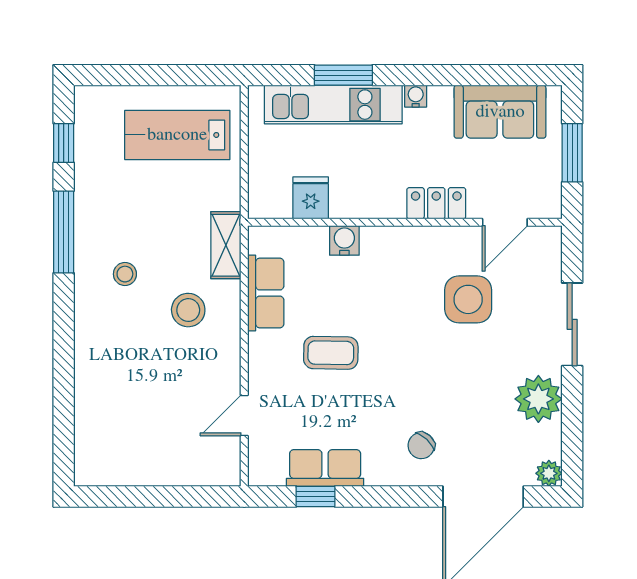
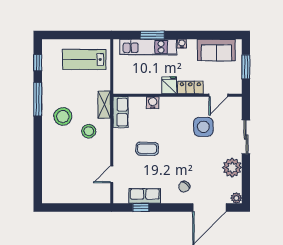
fridge: (311, 198) -> (169, 85), moved
stool: (125, 274) -> (63, 116), width x1.89, depth x1.89
row of seats: (266, 293) -> (120, 112), moved

